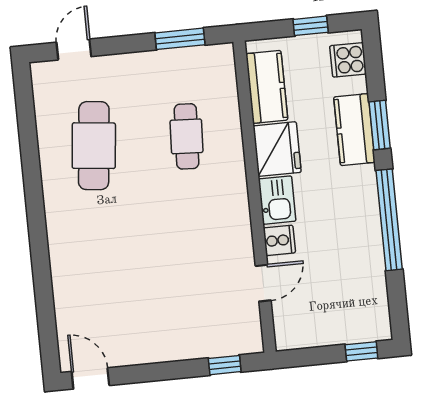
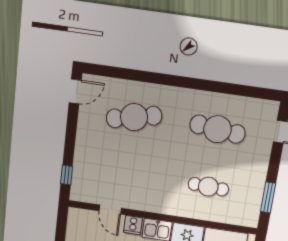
cafe table: (107, 279) -> (134, 117), added

